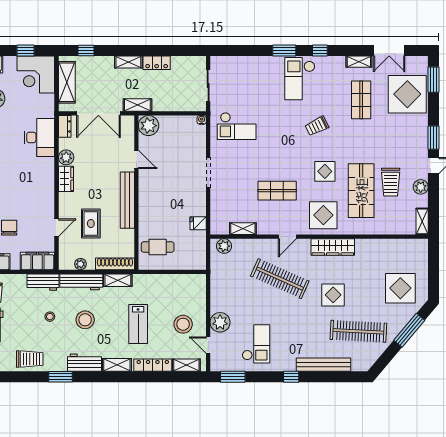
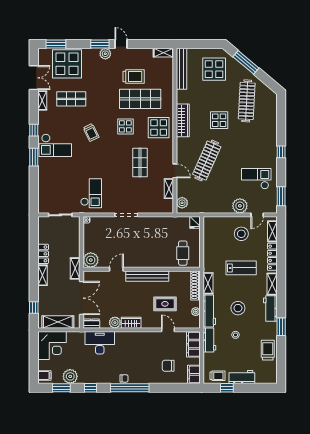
window: (25, 50) -> (34, 353), removed
plant: (421, 187) -> (105, 54), moved
fridge: (198, 223) -> (195, 222), moved
door: (287, 237) -> (175, 171), moved
bench: (324, 365) -> (182, 69), moved

